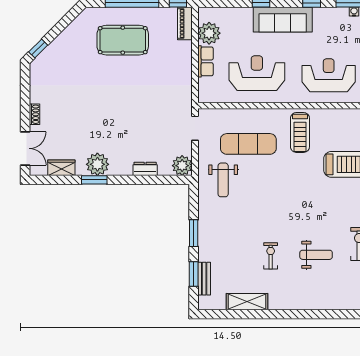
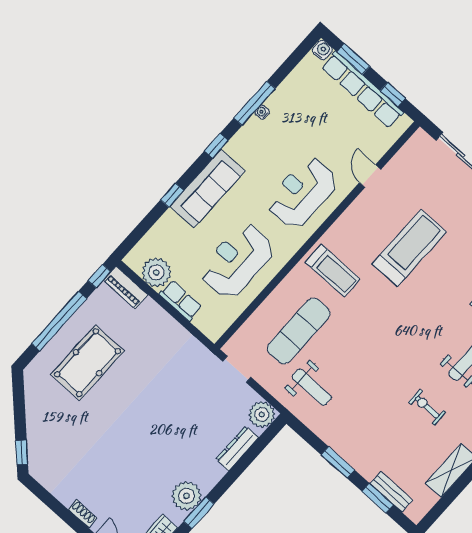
dresser: (145, 169) -> (237, 448), width x1.44

